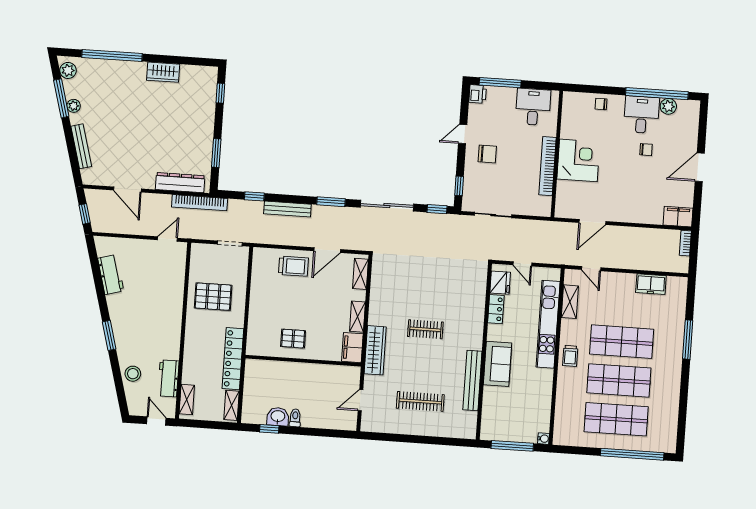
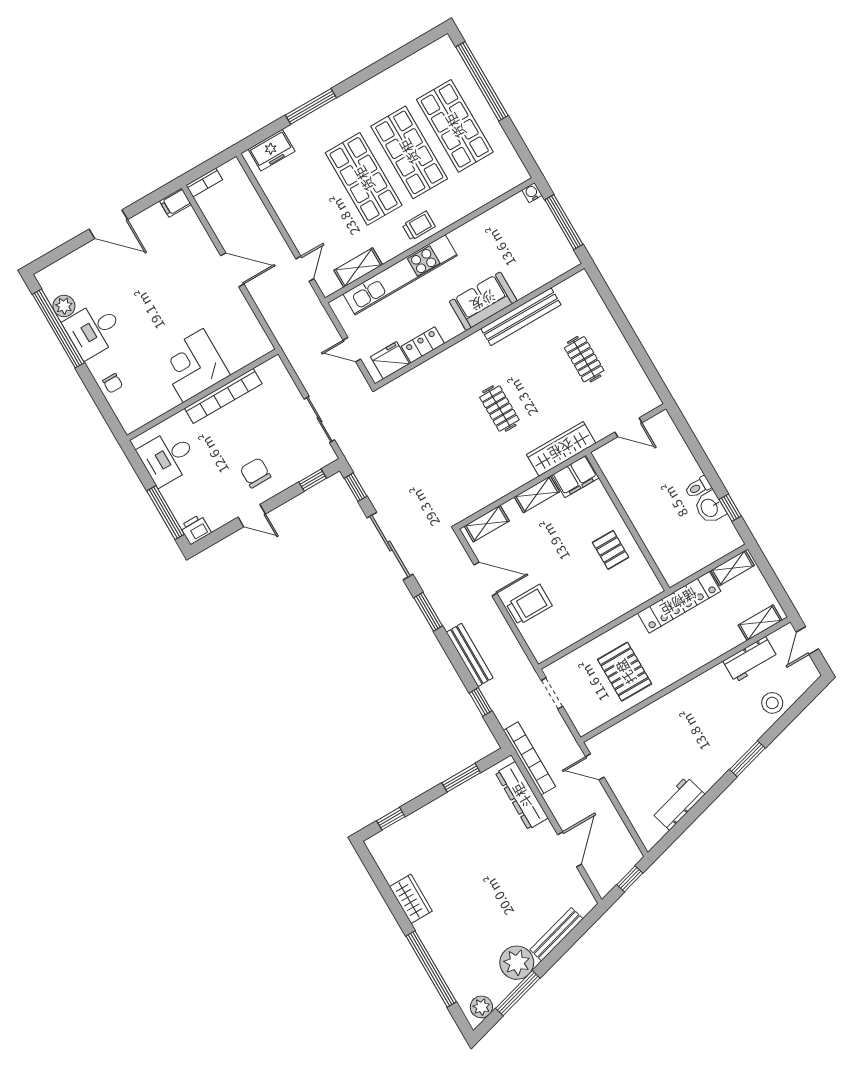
plant: (74, 106) -> (517, 963), width x1.88, depth x1.88
chair: (646, 150) -> (129, 298), removed
filing cabinet: (678, 217) -> (175, 203), width x0.50
door: (592, 222) -> (232, 270), moved
door: (522, 264) -> (352, 350), swing flipped
trolley: (293, 266) -> (529, 605), turned 90
freezer: (651, 284) -> (272, 150), moved, turned 90
clothes rail: (420, 401) -> (584, 359), width x0.73

